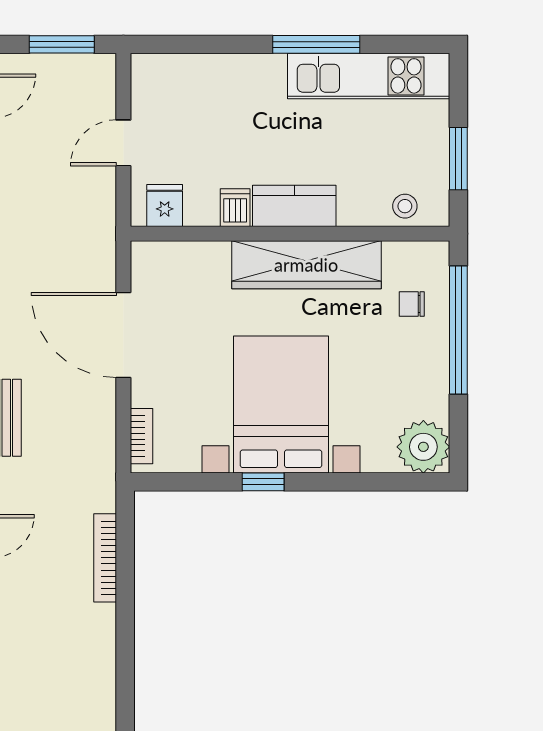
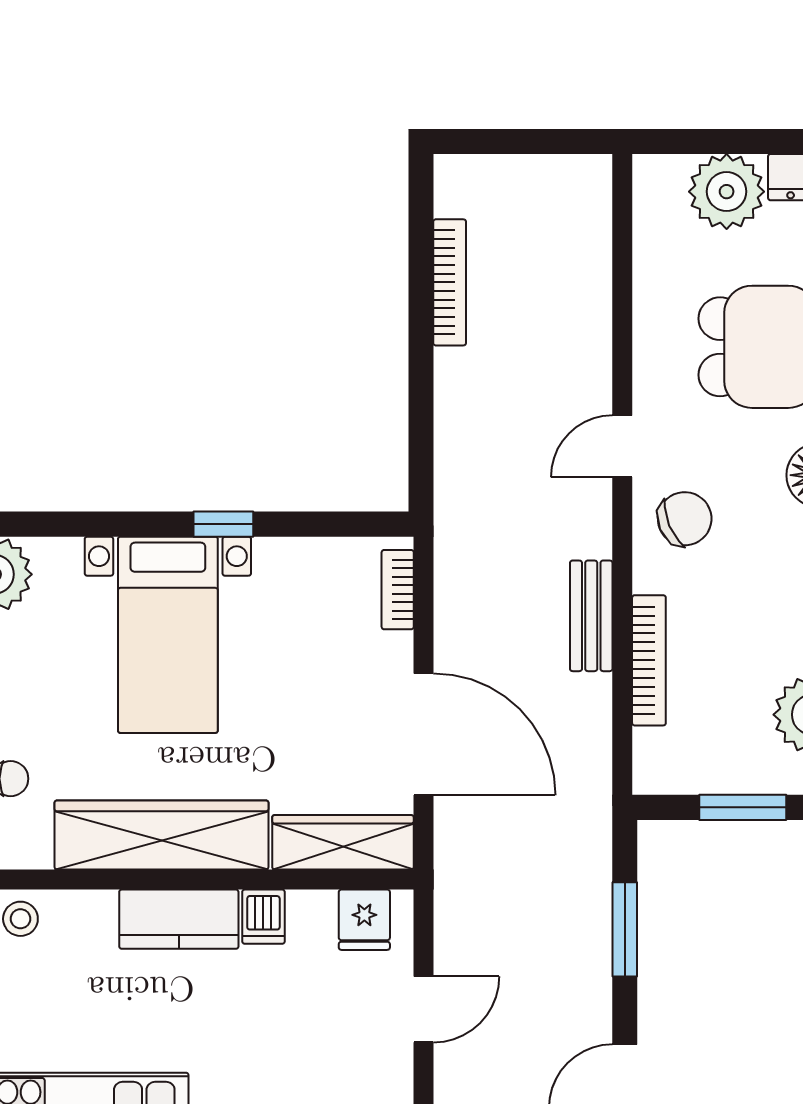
wardrobe: (180, 260) -> (343, 842), added
bed with nightstands: (281, 405) -> (168, 635), width x0.73
bookcase: (105, 558) -> (450, 282), moved

